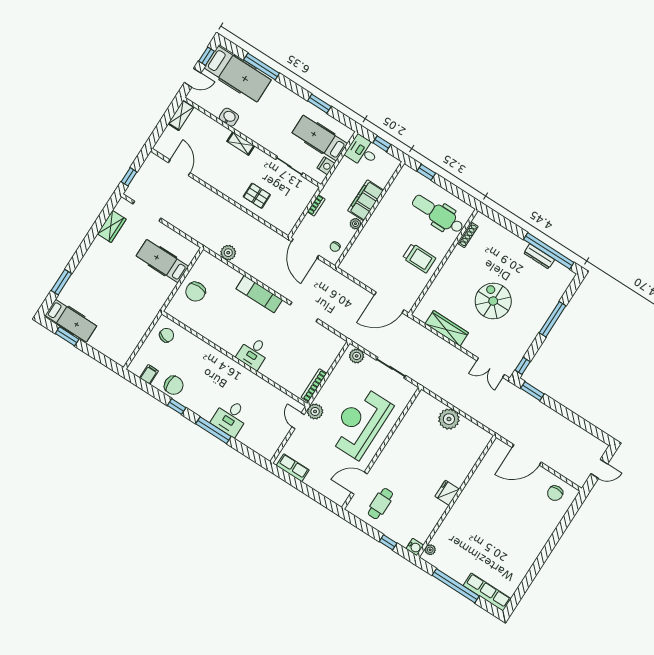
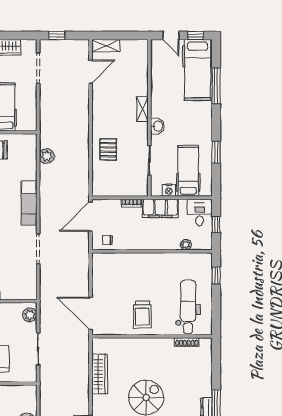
shelving: (181, 115) -> (106, 46), moved
washbasin: (229, 117) -> (158, 126), moved
filing cabinet: (366, 200) -> (160, 208), moved, turned 180
plant: (355, 224) -> (186, 245), moved

